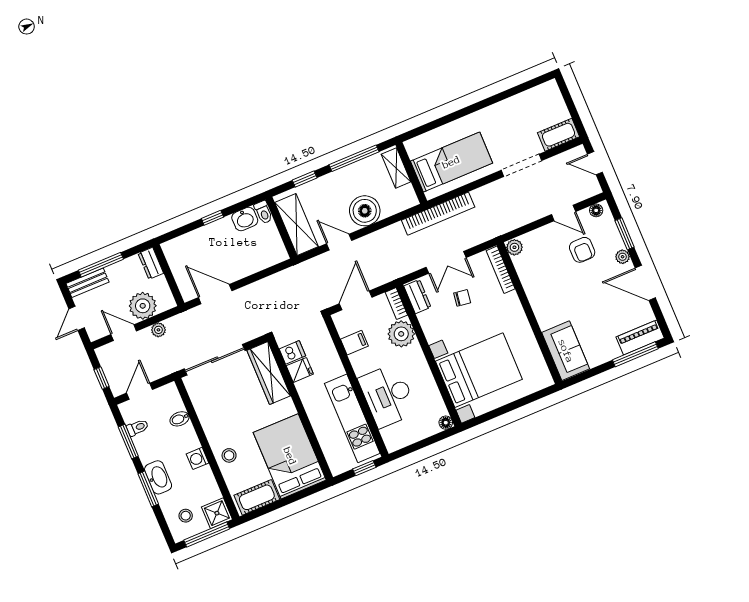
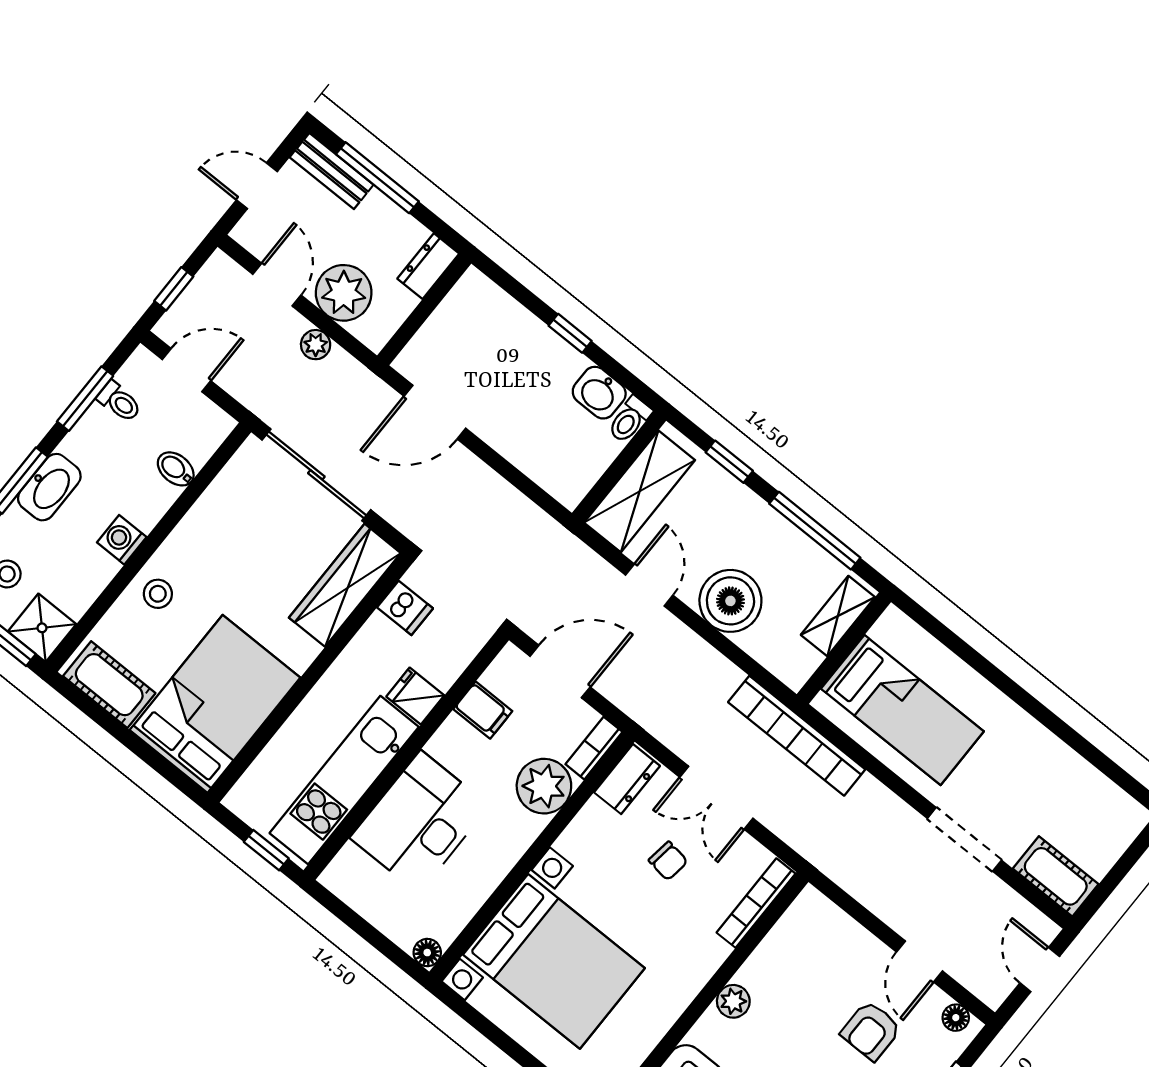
plant: (514, 247) -> (733, 1001), moved
door: (215, 294) -> (435, 412), swing flipped
fridge: (300, 370) -> (415, 696), moved, turned 180

